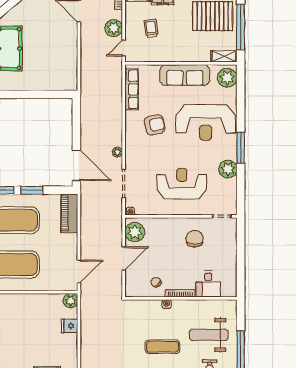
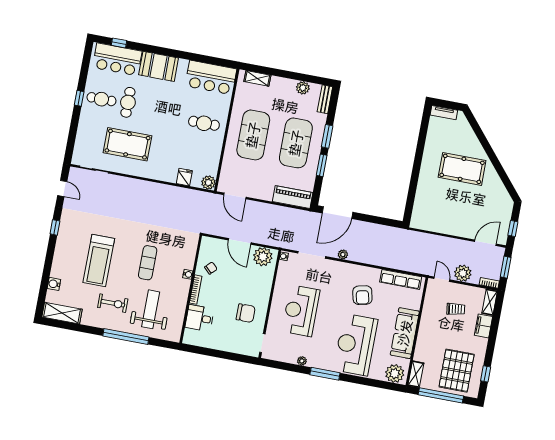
plant: (228, 169) -> (302, 361), width x0.53, depth x0.53
reception desk: (182, 184) -> (301, 311), turned 180
cafe table: (12, 316) -> (204, 123), added

